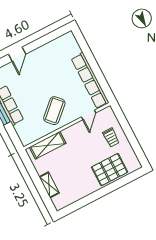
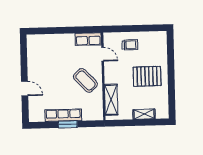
row of seats: (90, 81) -> (88, 39), width x0.50
pallet: (110, 170) -> (147, 76), moved, turned 90

